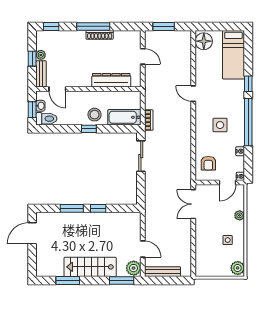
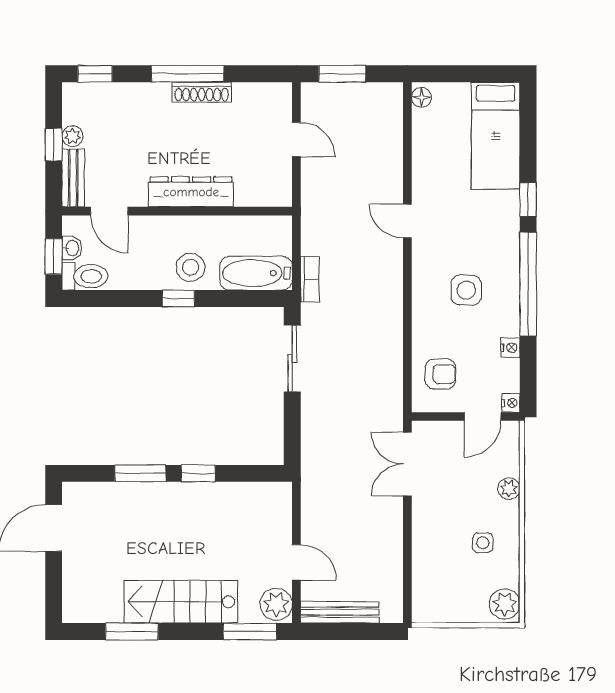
floor lamp: (204, 41) -> (422, 97), width x0.53, depth x0.53
dresser: (111, 80) -> (191, 192), moved
armchair: (208, 163) -> (440, 374), turned -90

